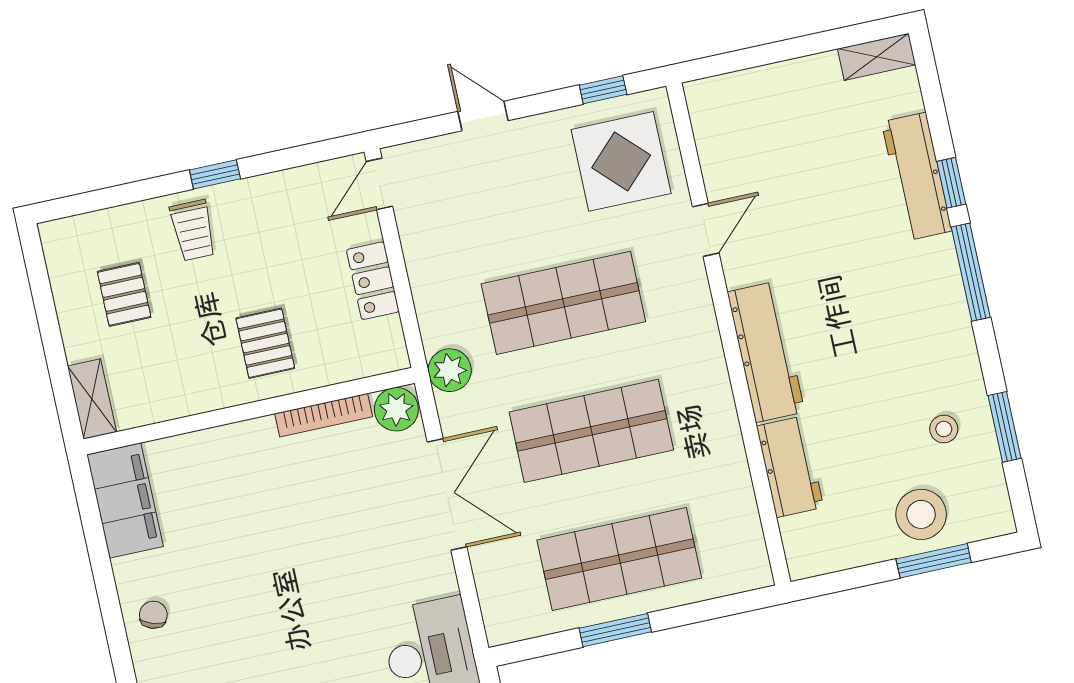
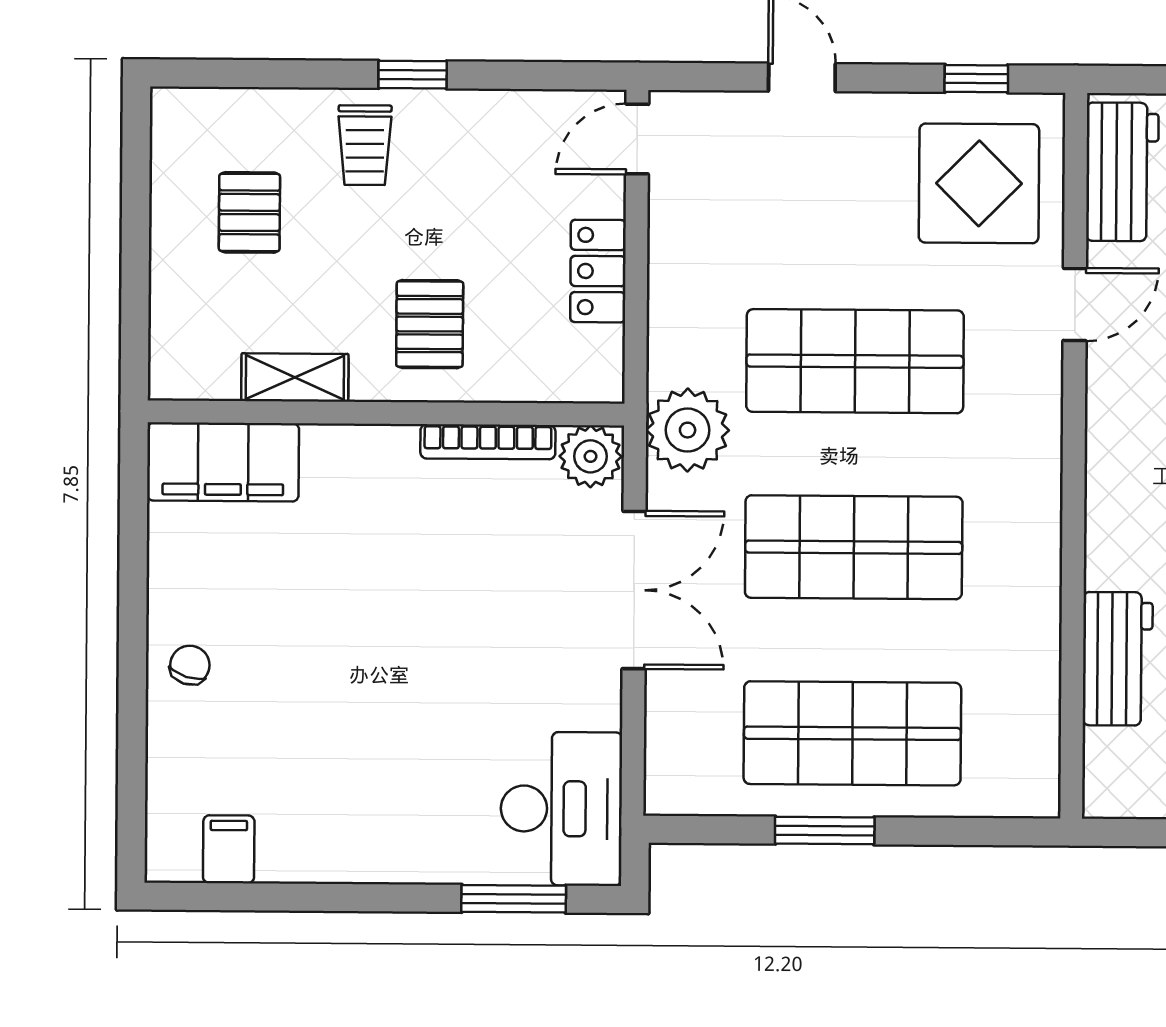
workbench: (766, 352) -> (1122, 172), moved, width x0.73
plant: (450, 370) -> (688, 430), width x1.36, depth x1.36
shelving: (92, 399) -> (295, 378), moved, turned 90
filing cabinet: (125, 501) -> (223, 462), moved, turned 90

